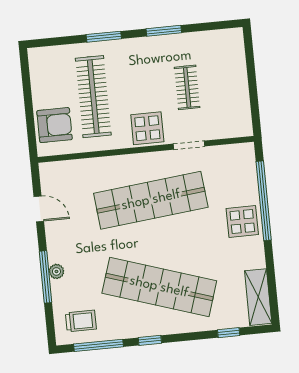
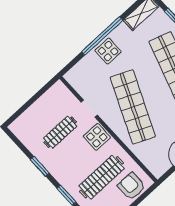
clothes rail: (187, 87) -> (60, 132), width x1.36
shop shelf: (151, 200) -> (133, 107), turned 30
window: (264, 201) -> (102, 36), moved

